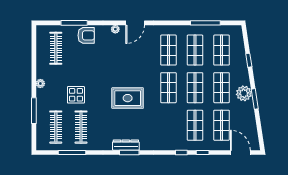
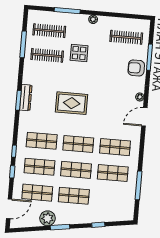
door: (135, 23) -> (144, 117), hinge flipped
armchair: (86, 35) -> (136, 68), turned 90
shop shelf: (222, 50) -> (42, 141), moved
plant: (244, 93) -> (48, 218), moved
rug: (128, 98) -> (72, 103), turned 90

